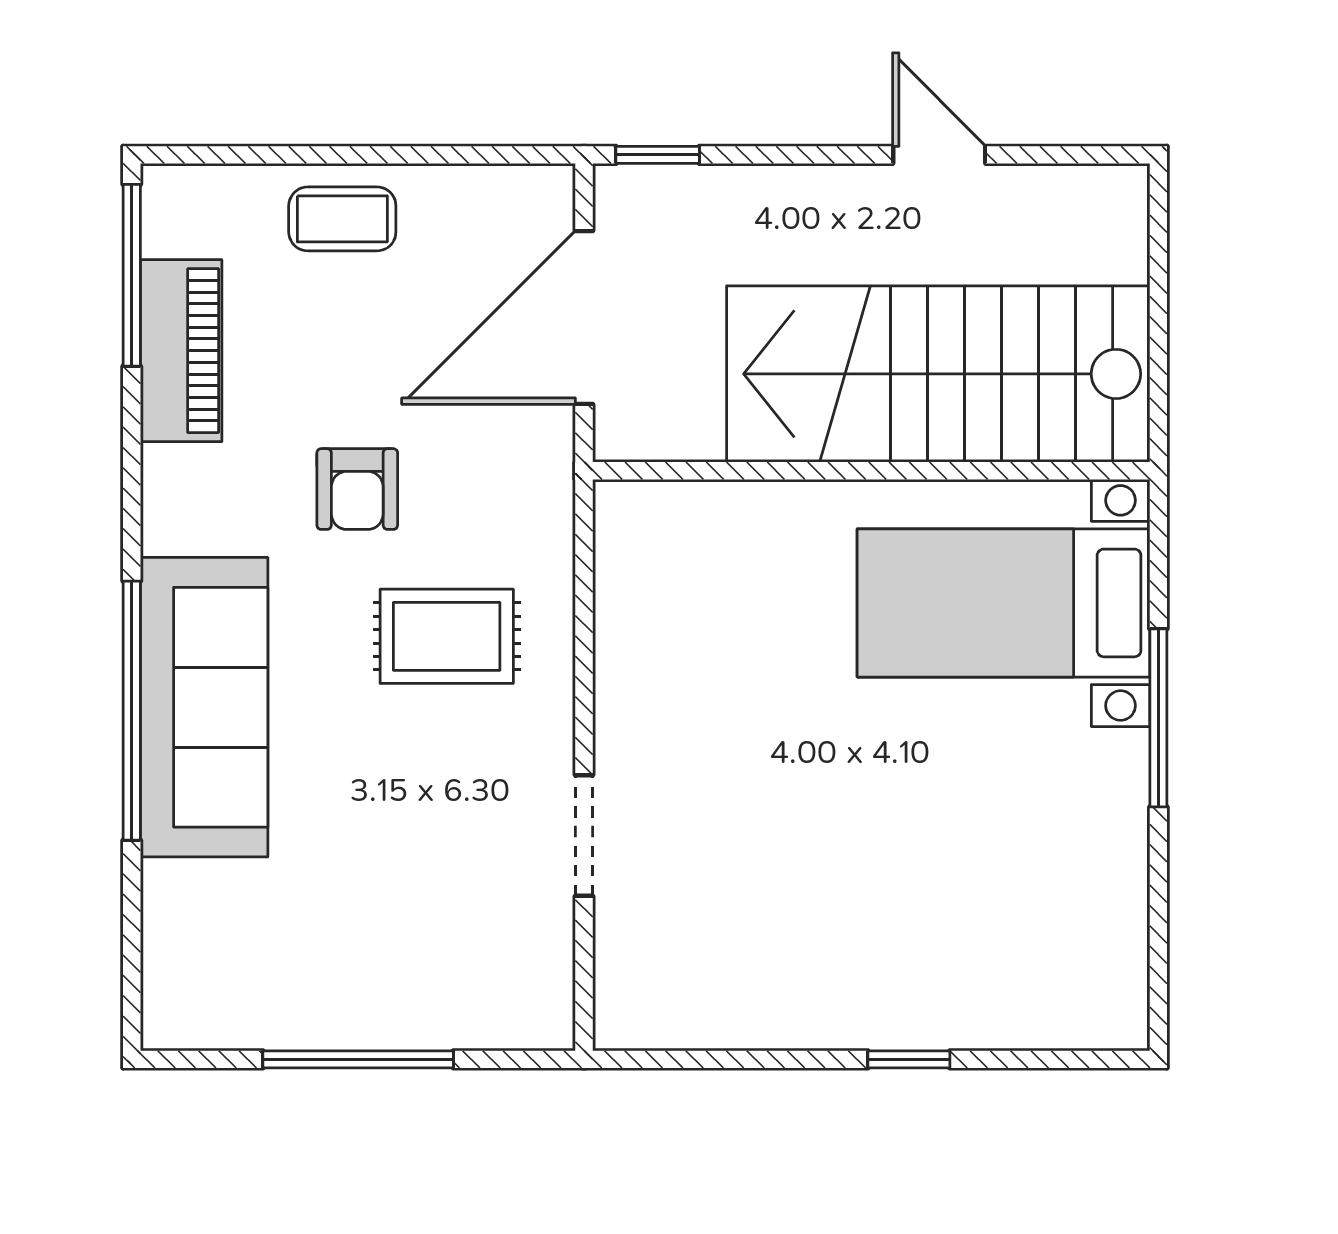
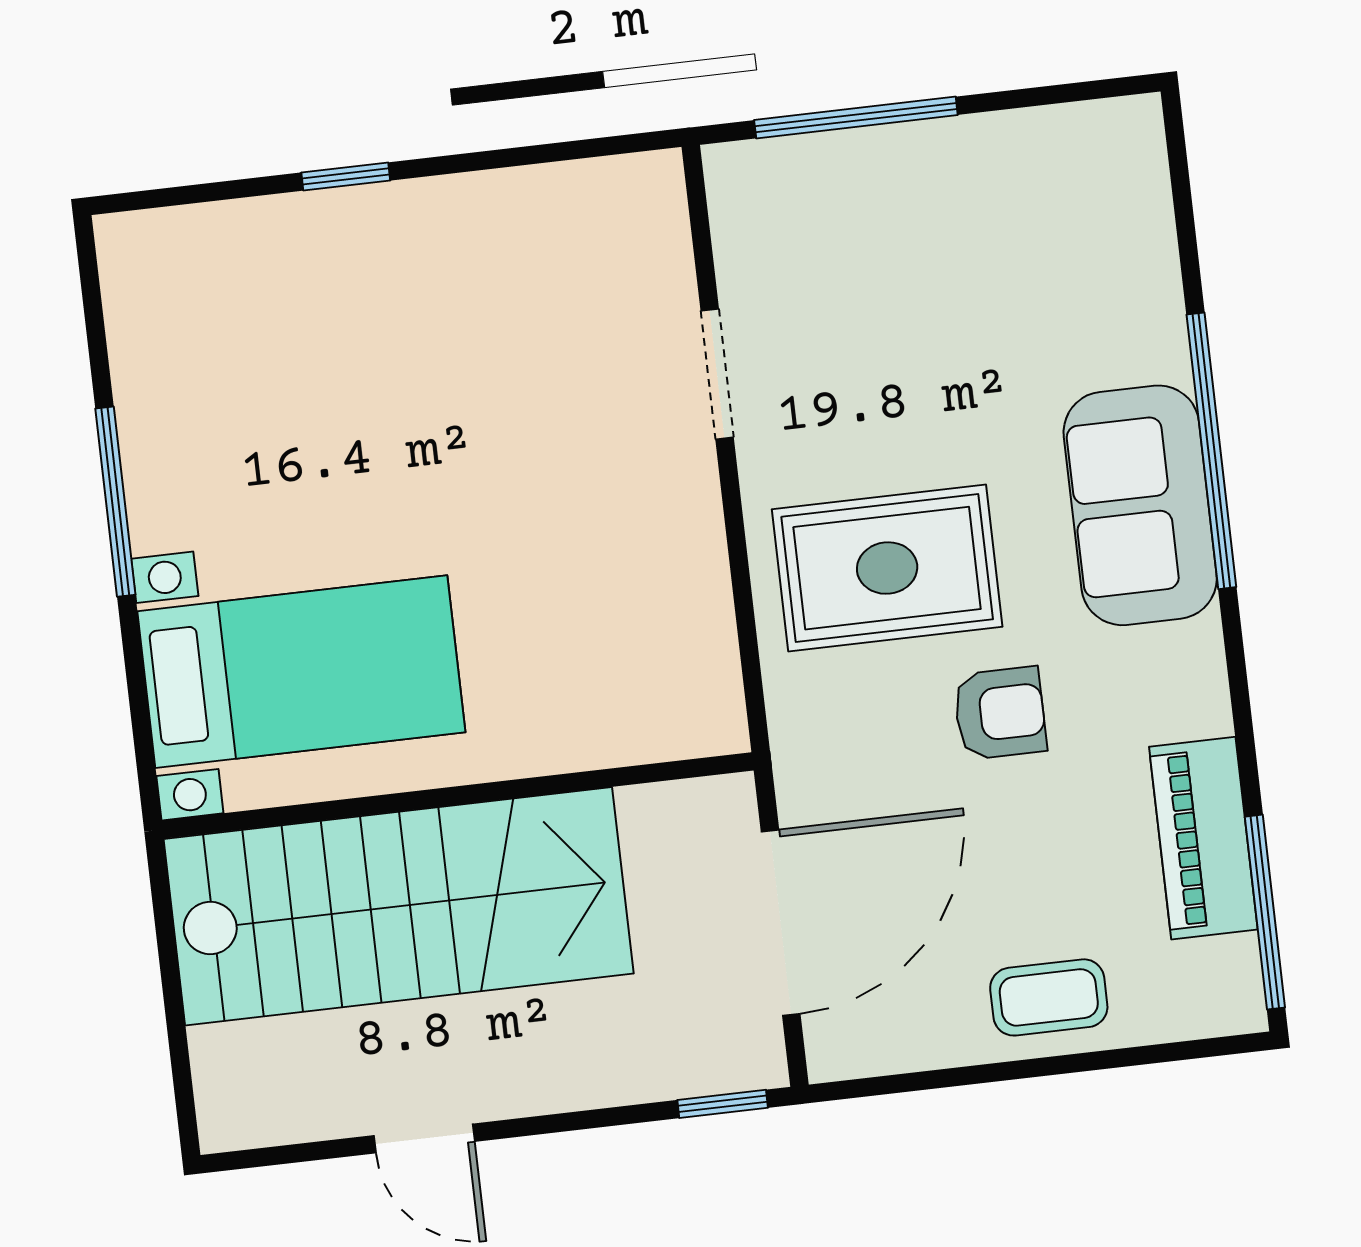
armchair: (357, 489) -> (1000, 713), turned 90
rug: (447, 636) -> (887, 568), width x1.36, depth x1.43
sofa: (204, 707) -> (1140, 505), width x0.73
window: (1158, 718) -> (115, 502), moved
window: (358, 1059) -> (856, 117), moved

